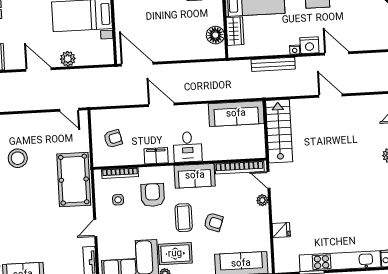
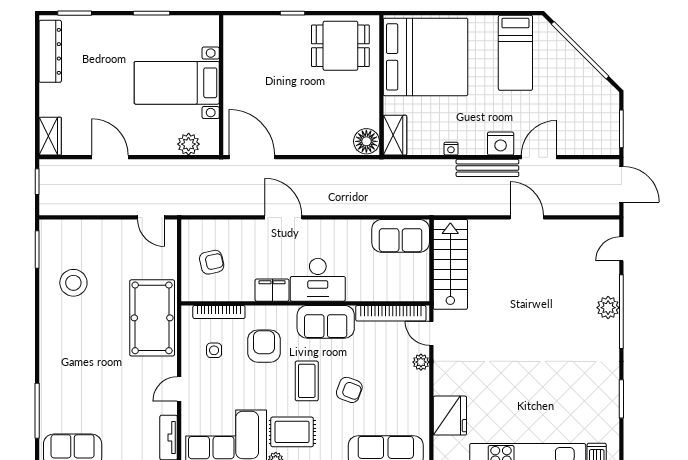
wardrobe: (235, 31) -> (395, 135), moved
floor lamp: (215, 35) -> (366, 141), moved
nightstand: (295, 50) -> (451, 149), moved
door: (337, 53) -> (539, 157), hinge flipped
plant: (68, 59) -> (189, 144), moved
bench: (273, 64) -> (487, 168), moved
sofa: (236, 114) -> (401, 236), width x0.73
desk: (188, 147) -> (318, 280), width x1.37
fridge: (281, 230) -> (450, 416), width x1.88, depth x1.34

